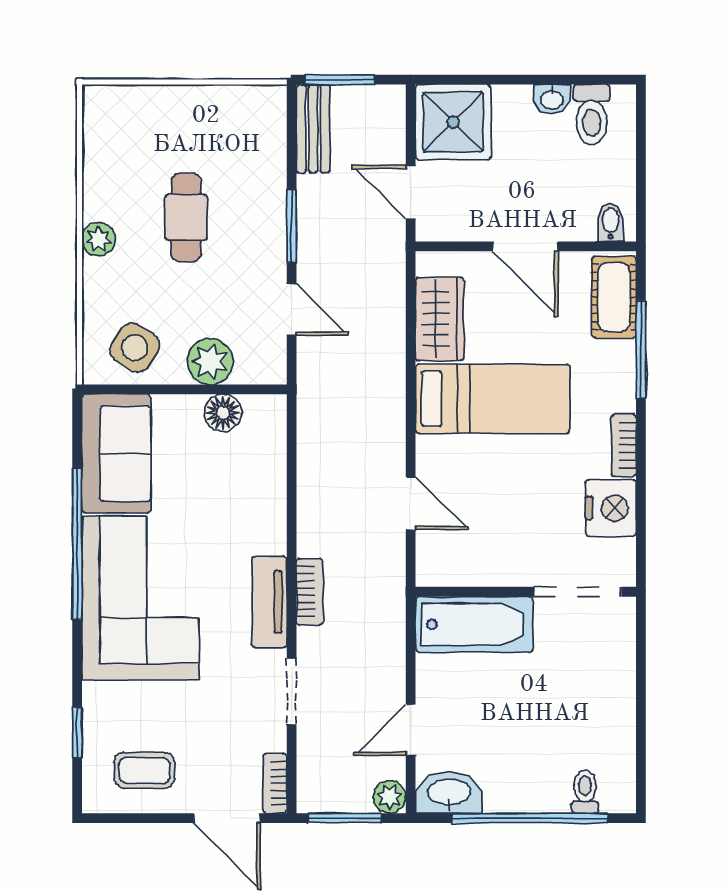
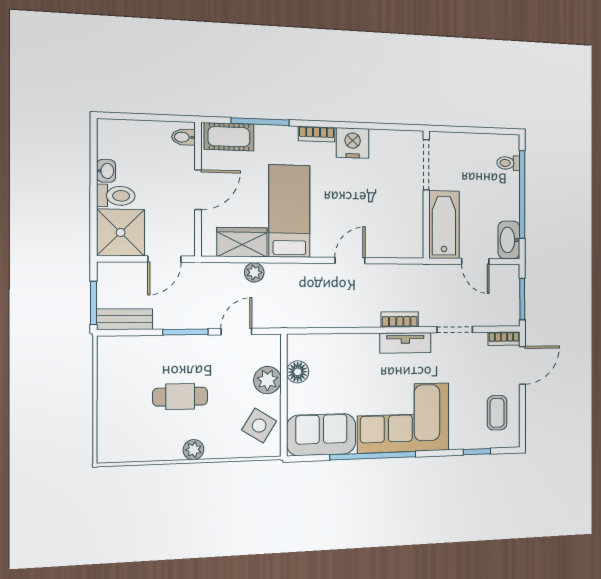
toilet: (592, 114) -> (116, 196), moved
wall: (526, 592) -> (426, 195), moved
doorway: (578, 592) -> (426, 165), moved
bathtub: (474, 624) -> (444, 225), moved
plant: (390, 797) -> (254, 272), moved

